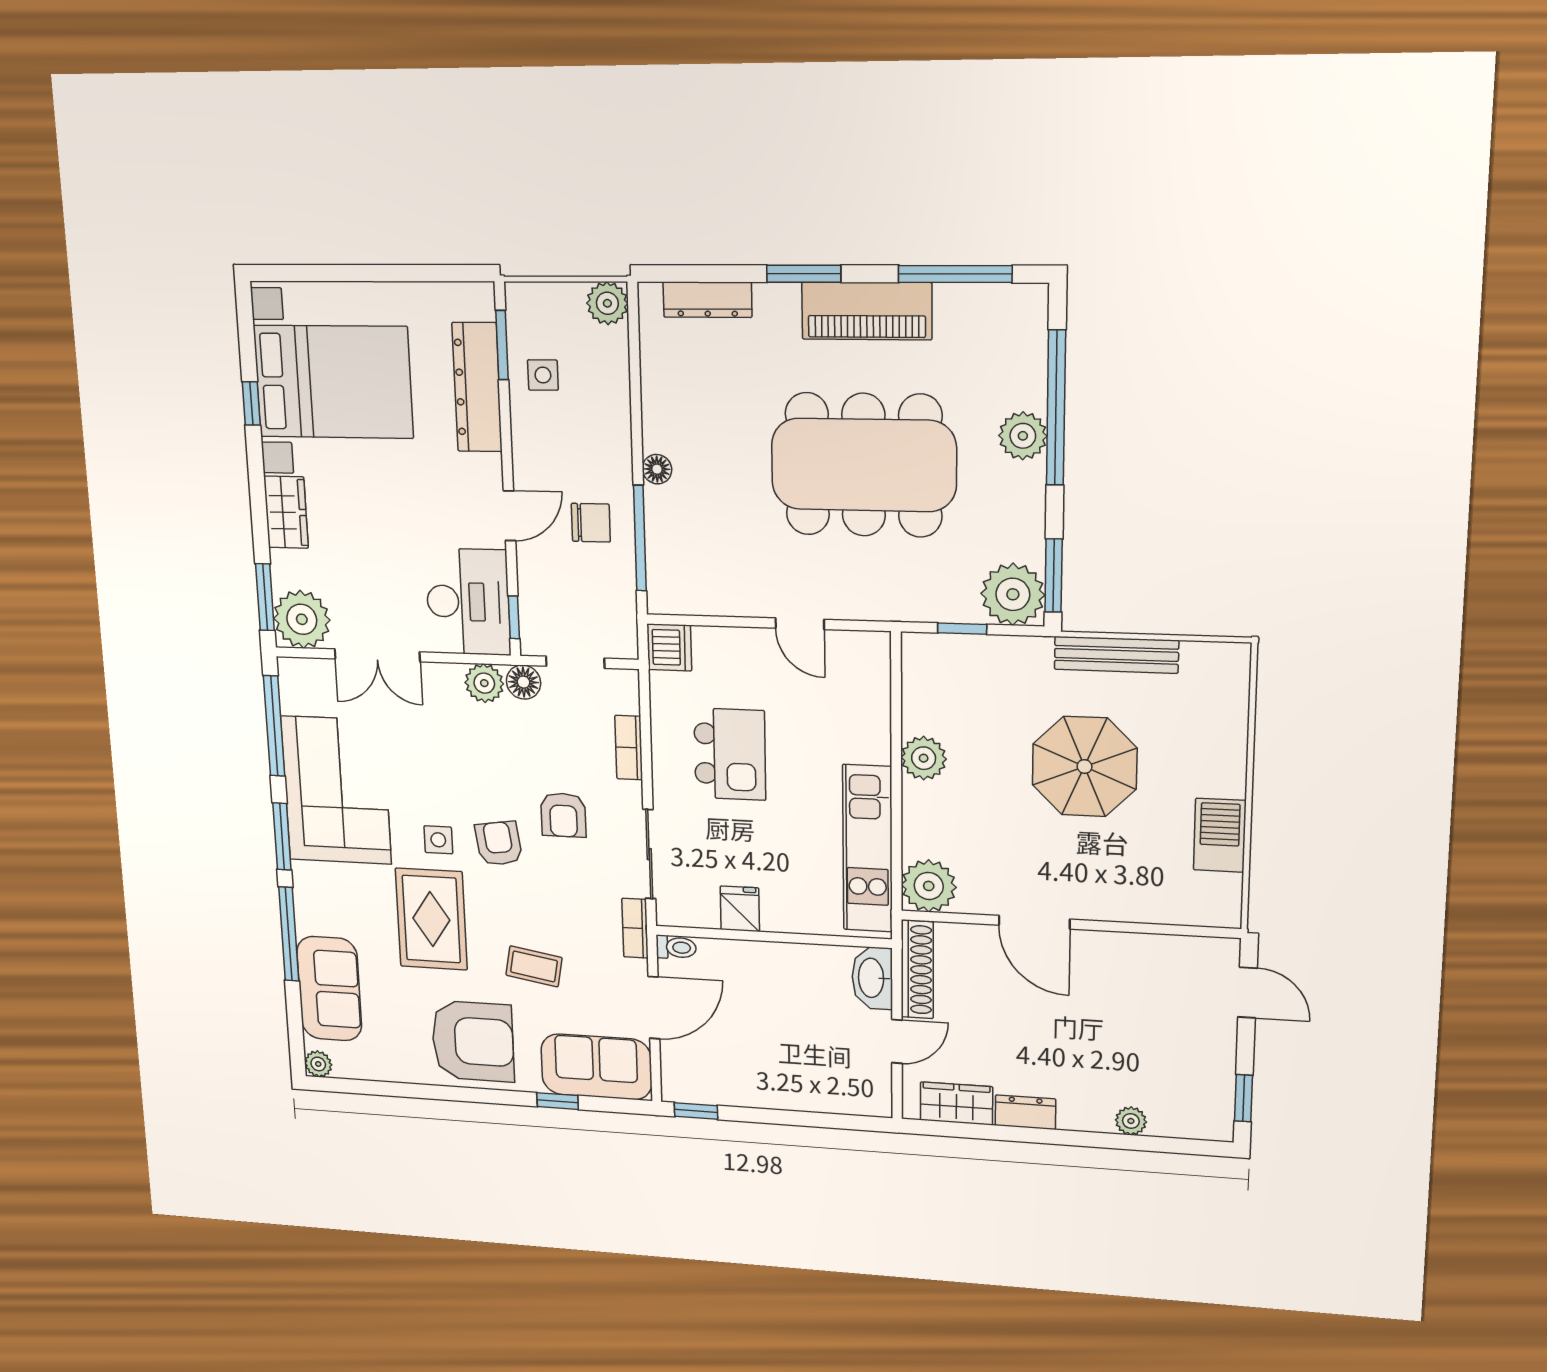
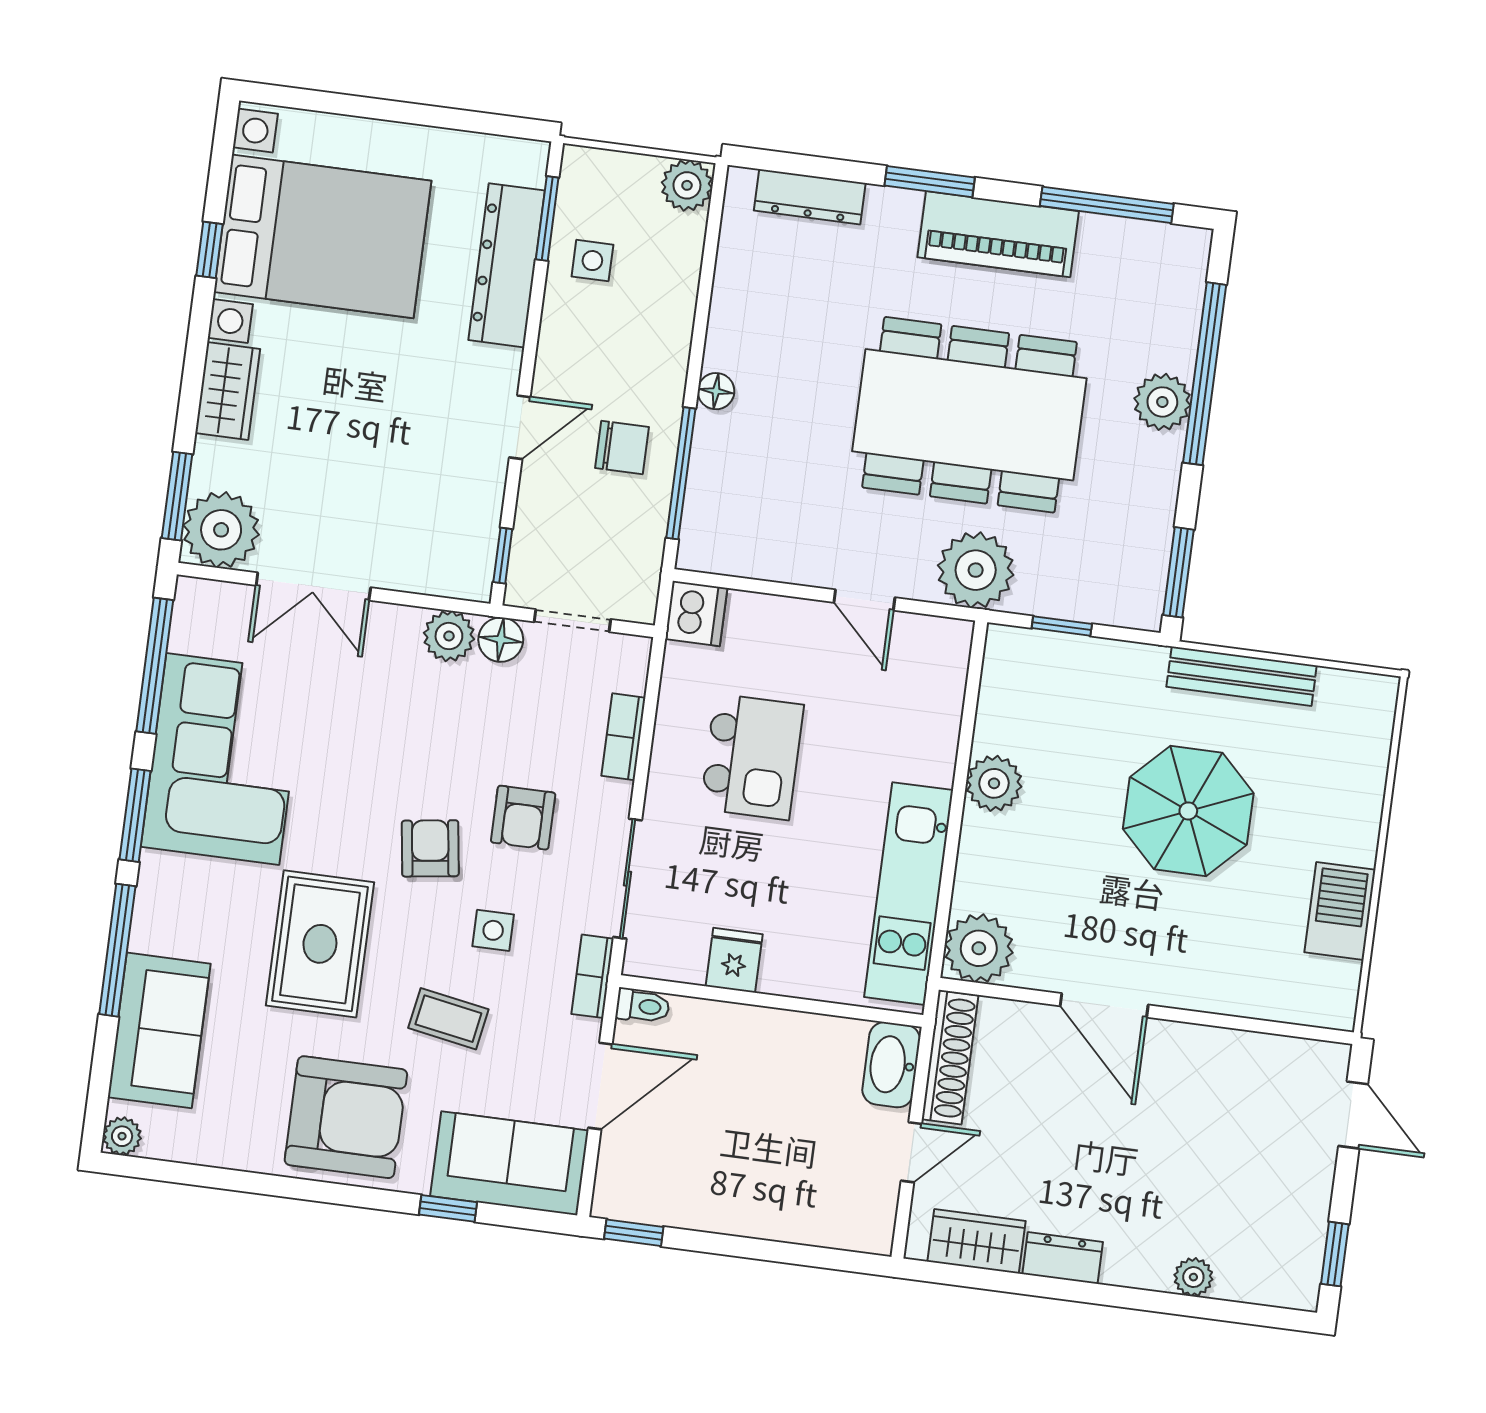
plant: (1013, 594) -> (976, 570), moved
desk: (468, 602) -> (447, 530), removed
side table: (438, 840) -> (493, 930), moved

